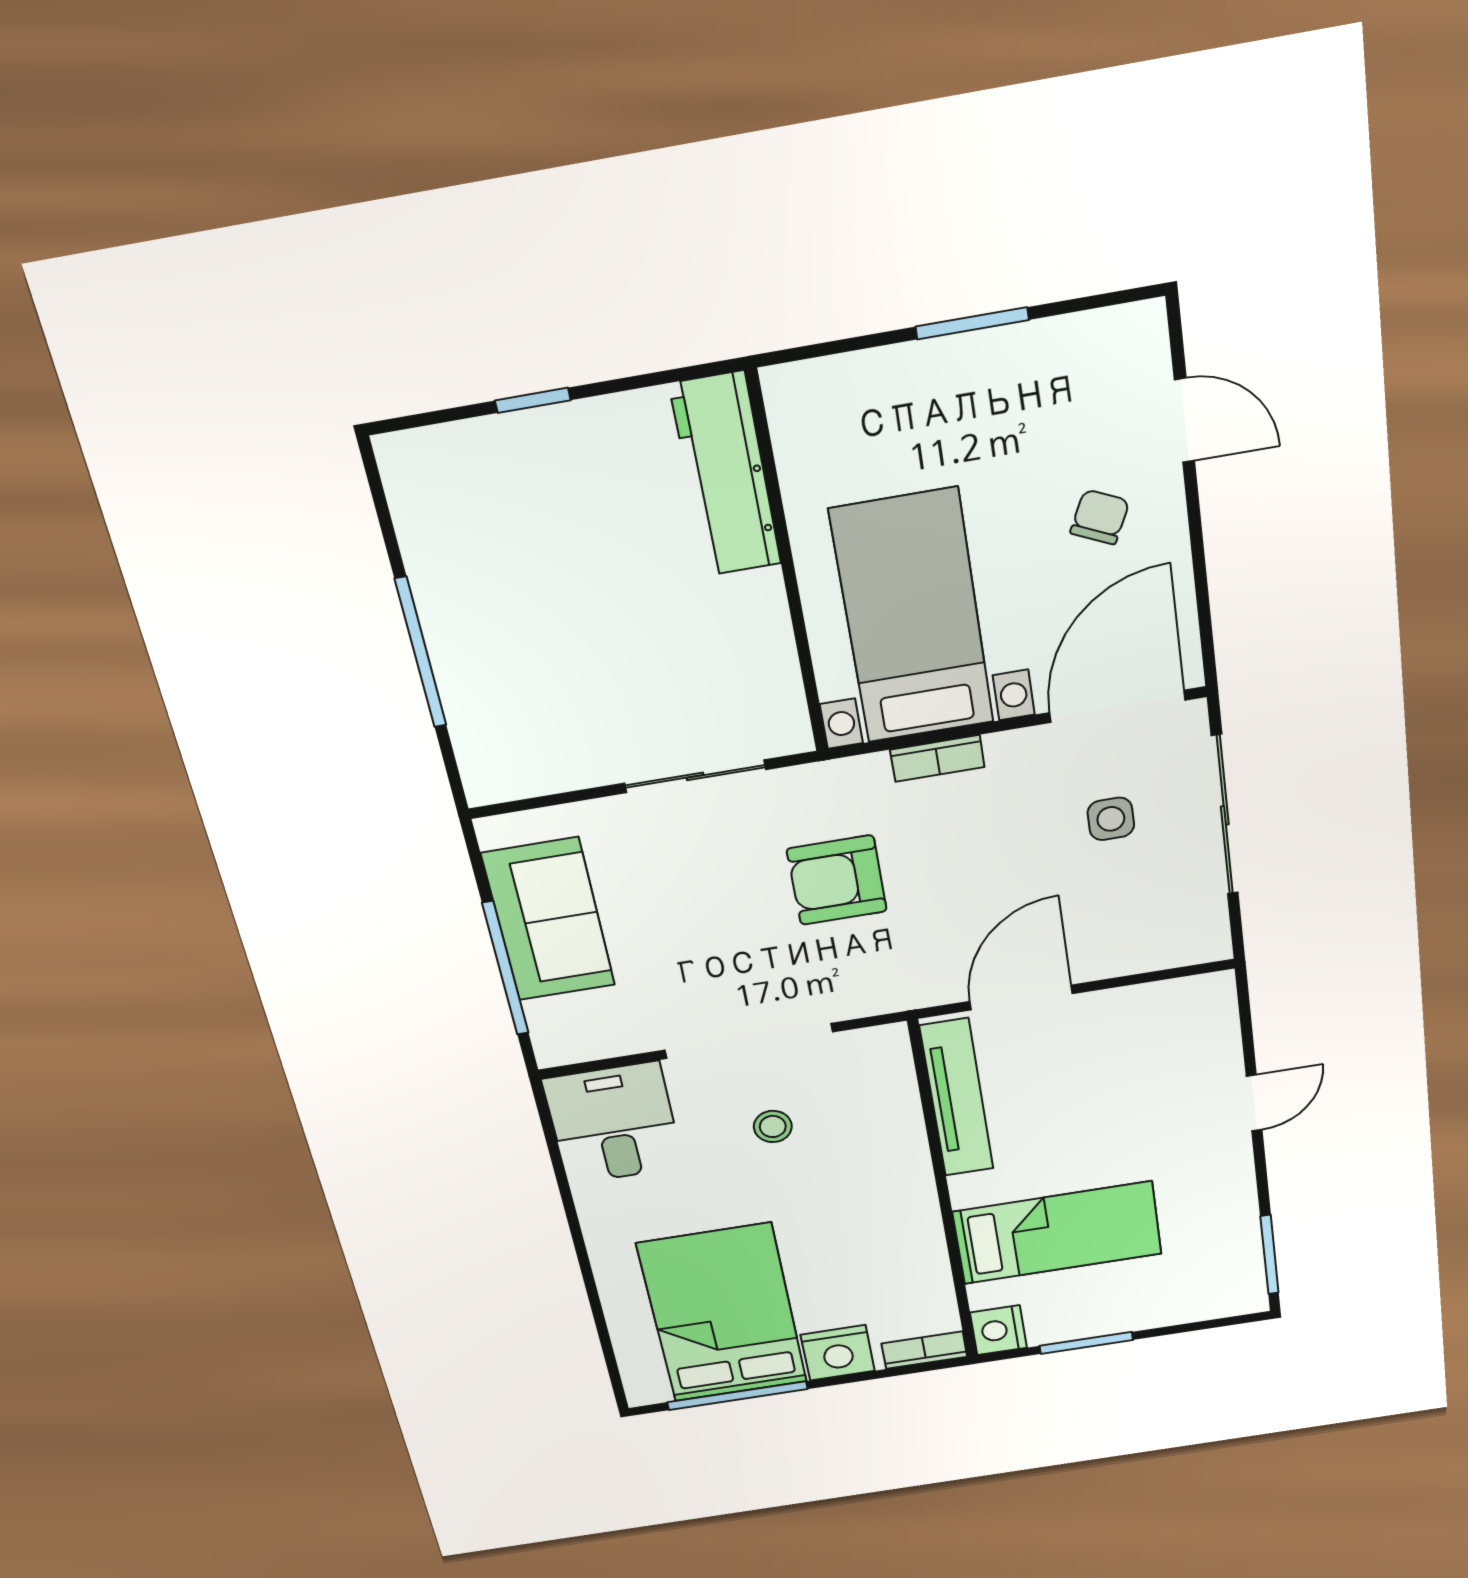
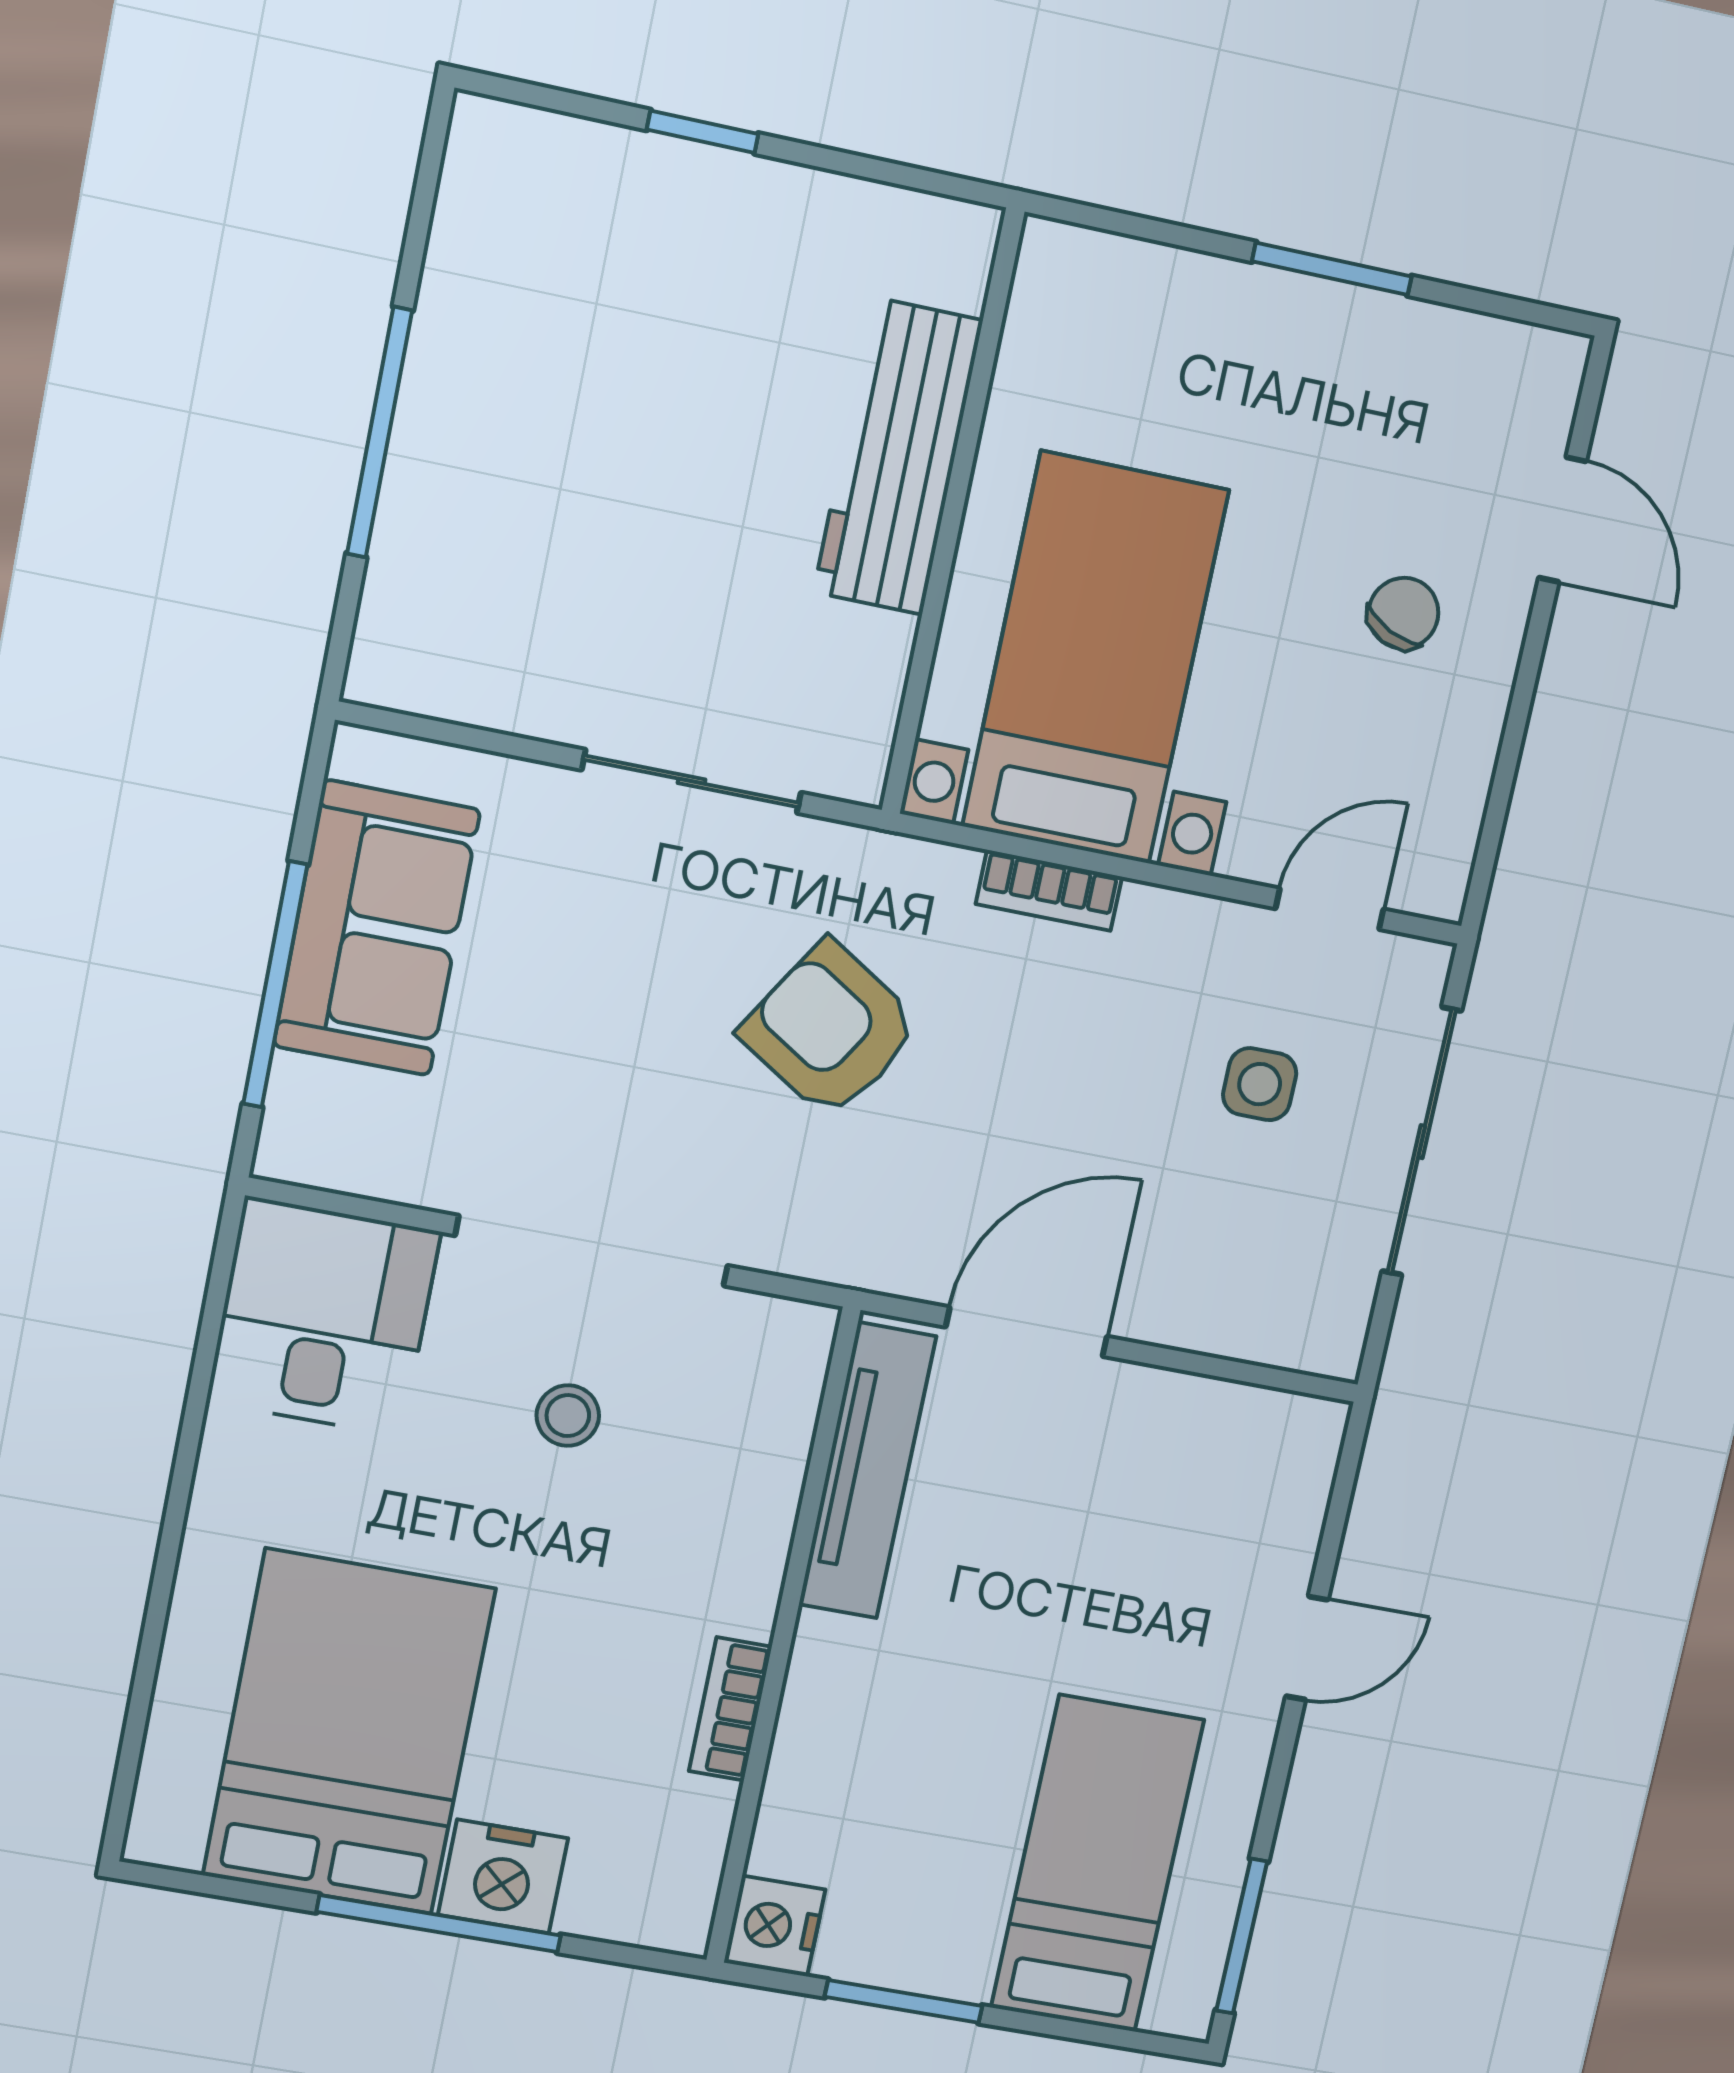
workbench: (726, 475) -> (898, 457), moved
door: (1117, 706) -> (1330, 909), width x0.53
armchair: (837, 880) -> (830, 1030), turned 32
bed: (1057, 1233) -> (1097, 1864), moved, turned -90
bookcase: (924, 1350) -> (730, 1709), moved, turned -90
window: (737, 1396) -> (439, 1924), moved

